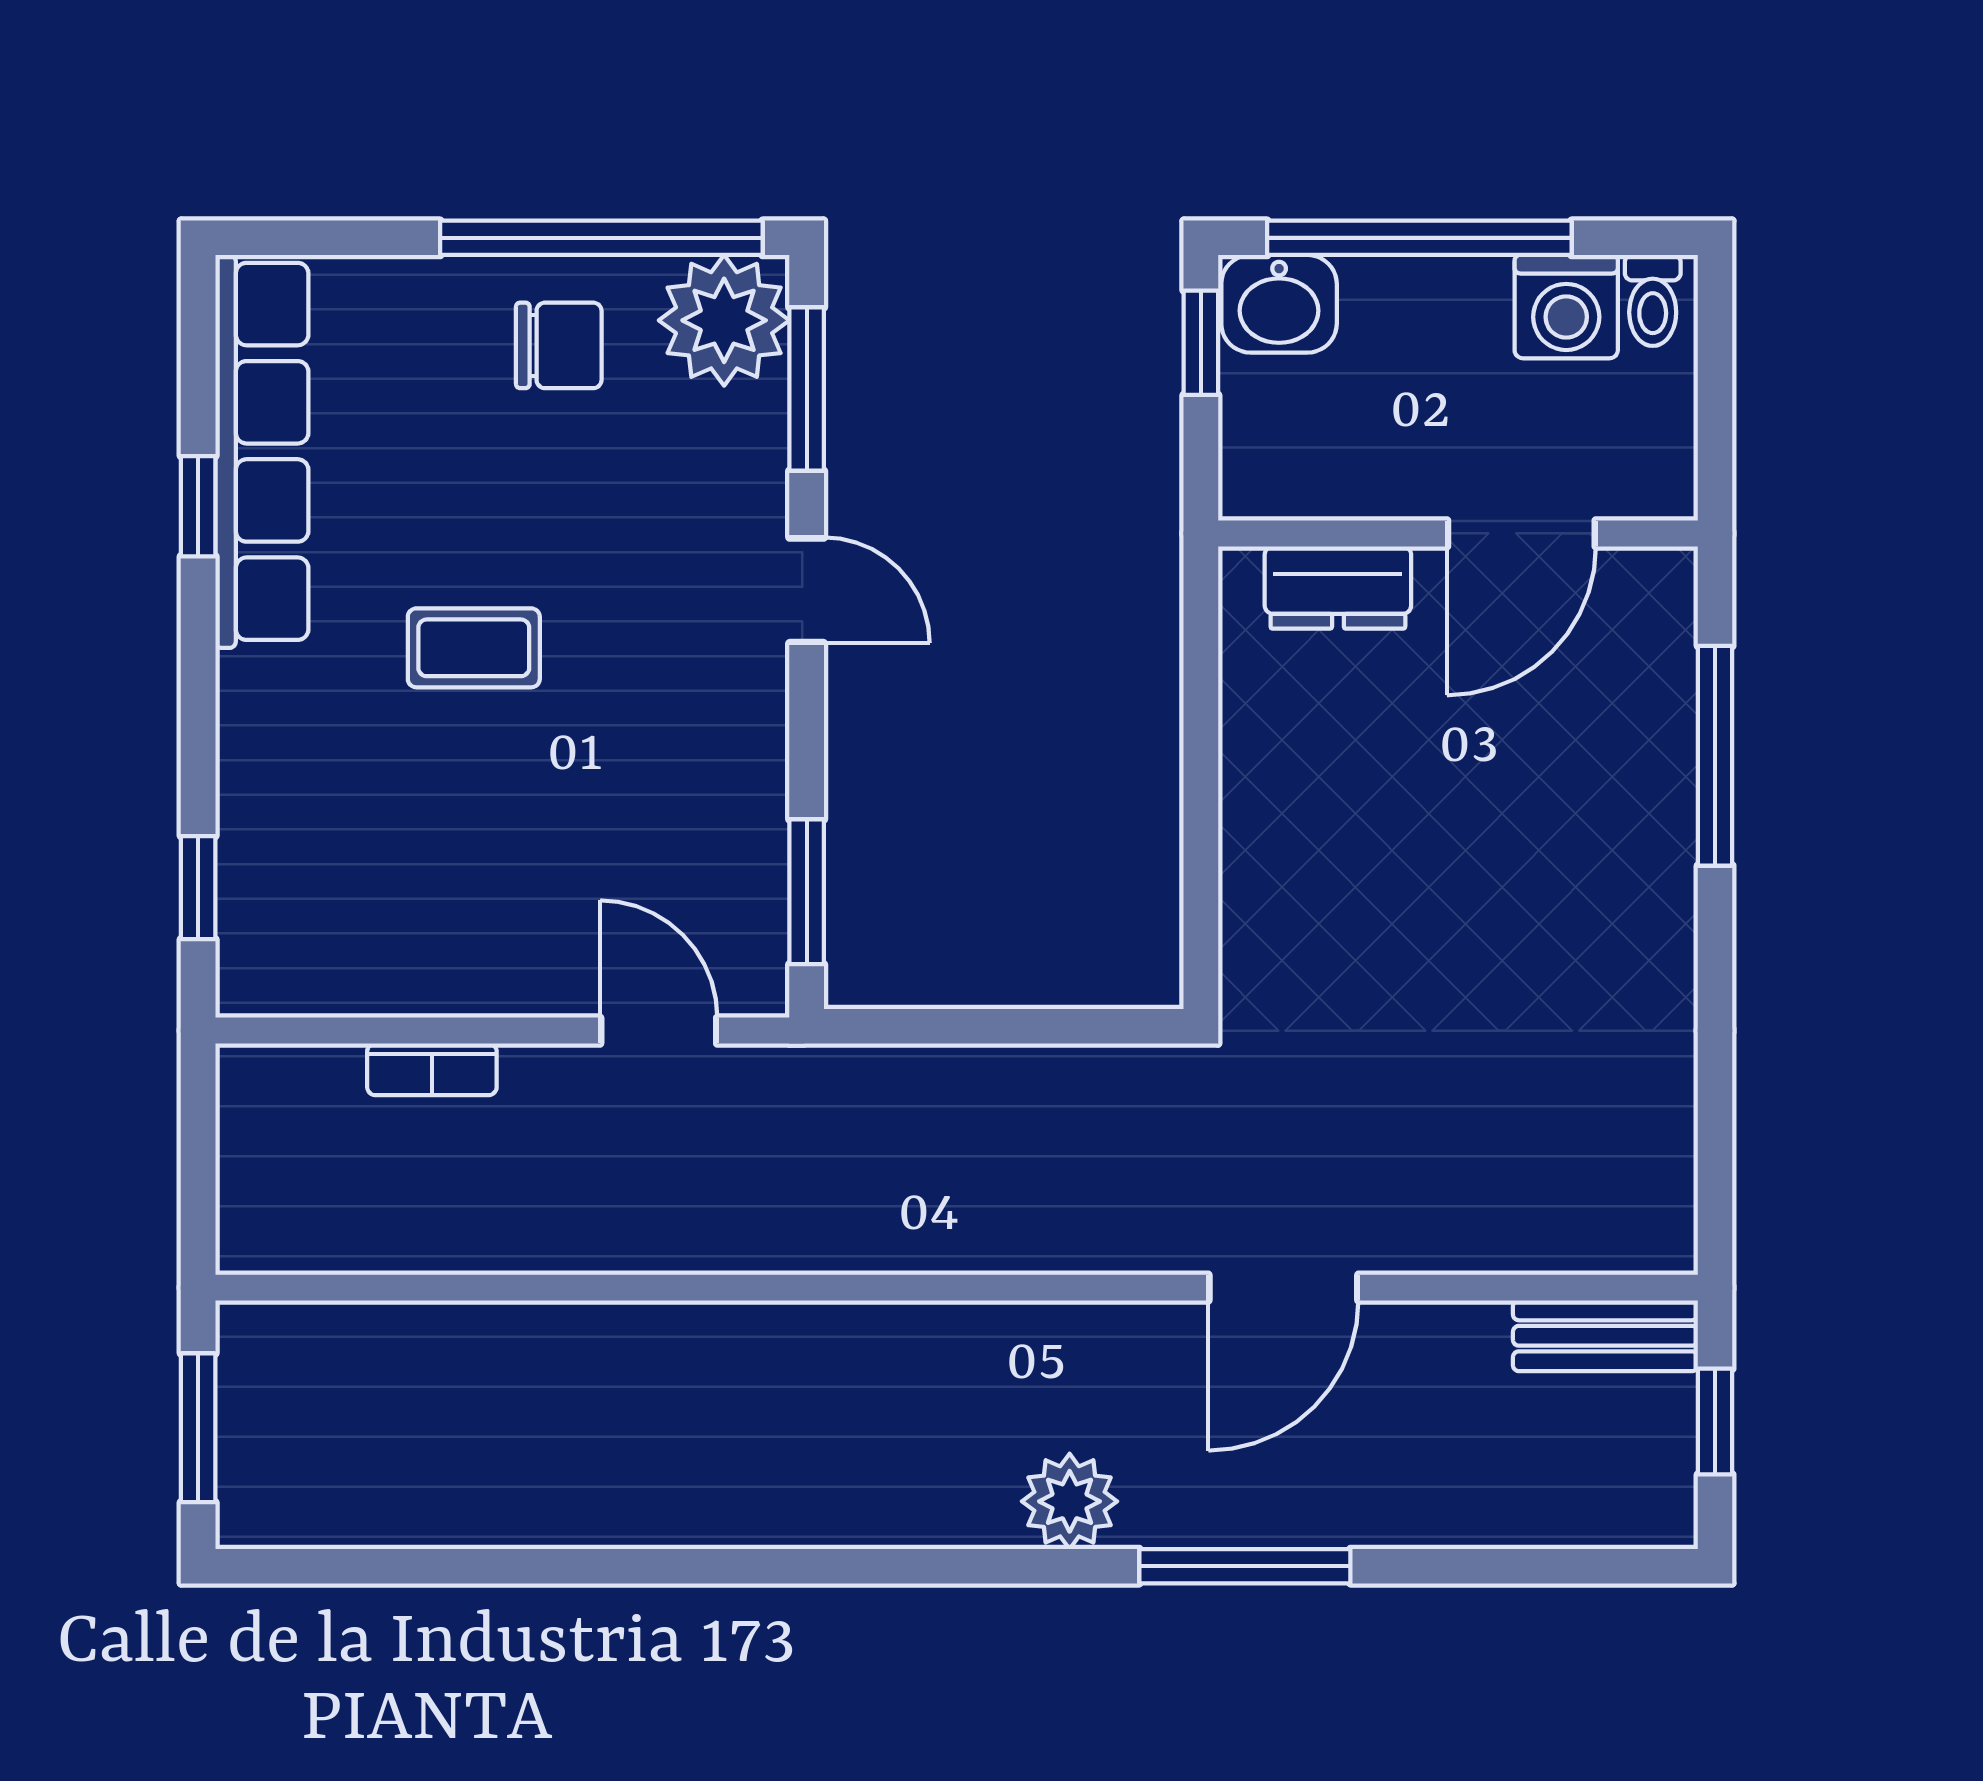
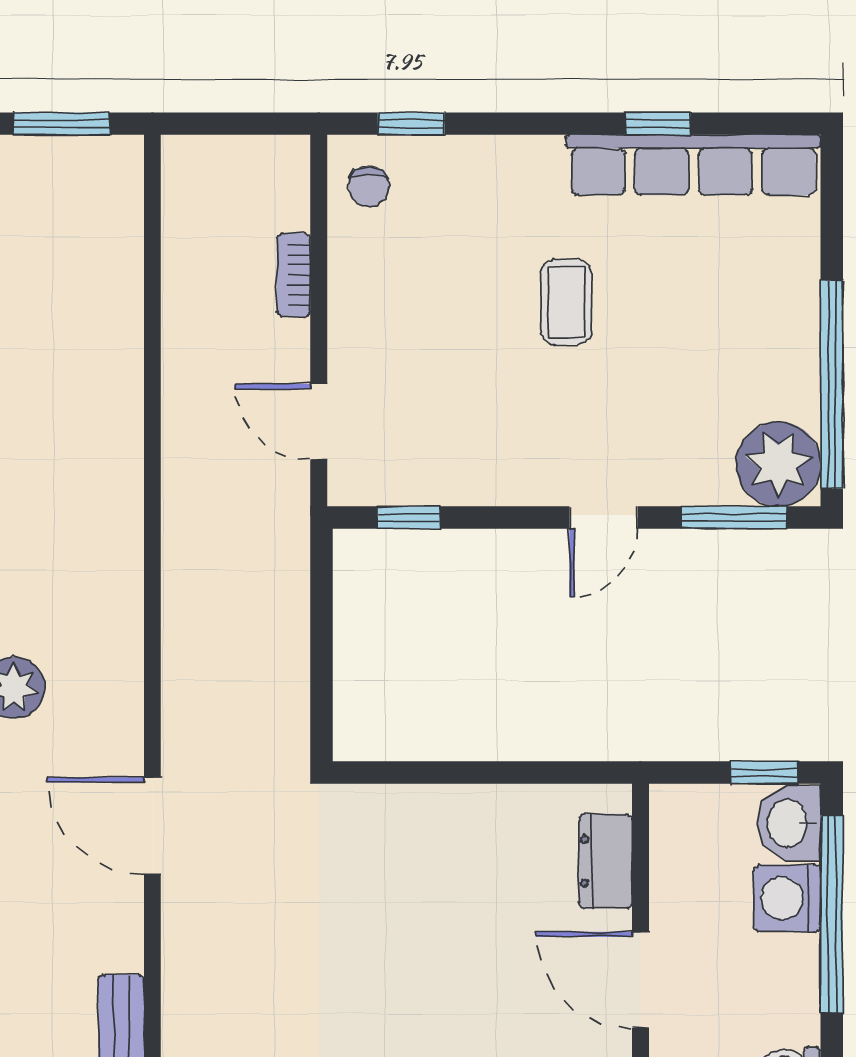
washing machine: (1566, 307) -> (787, 898), moved
chair: (559, 345) -> (369, 186), moved, width x0.73, depth x0.73
window: (807, 892) -> (409, 517), width x0.67
door: (659, 1031) -> (319, 422), swing flipped

